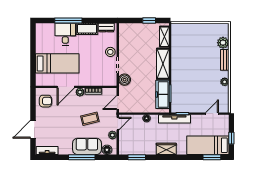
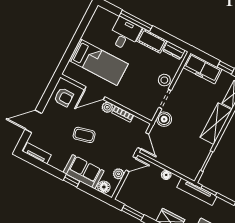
freezer: (163, 94) -> (202, 69), moved, turned -90
door: (118, 103) -> (143, 141), swing flipped
coffee table: (90, 119) -> (84, 135), moved
window: (82, 157) -> (71, 181), width x0.46

